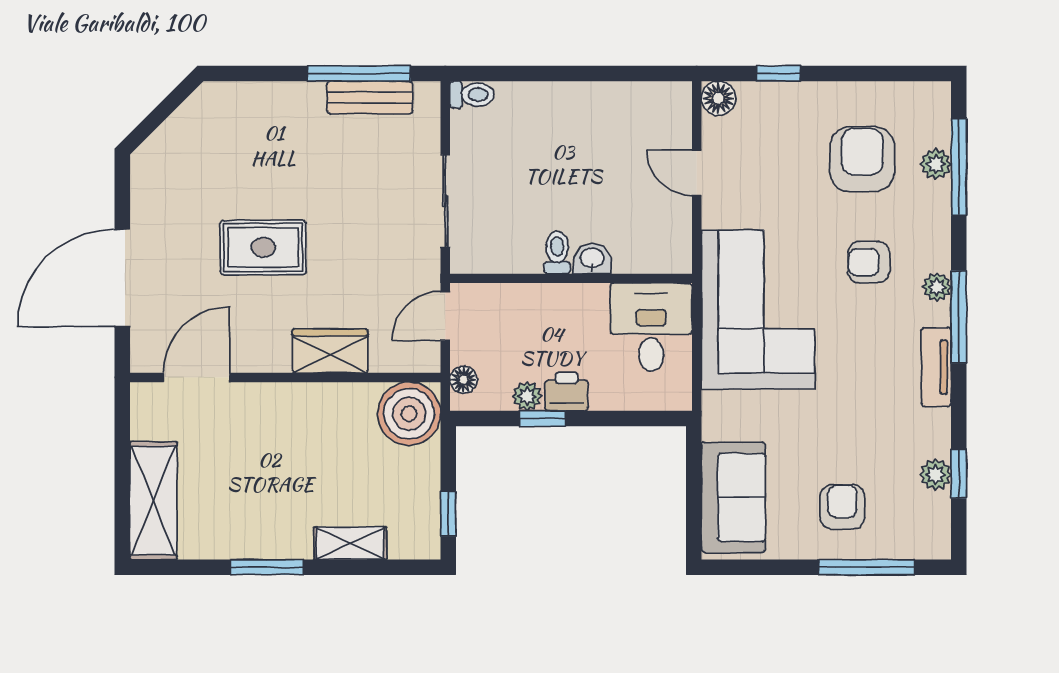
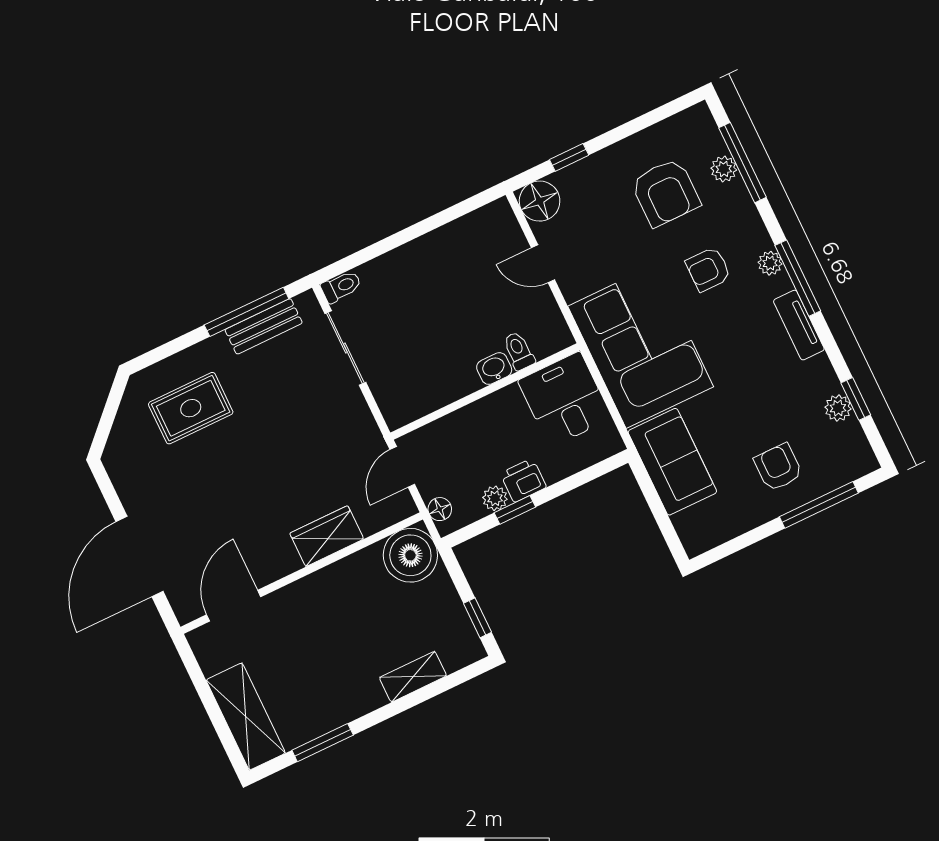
floor lamp: (718, 98) -> (540, 201), width x1.38, depth x1.38
armchair: (862, 159) -> (665, 192), turned 180
sliding door: (445, 201) -> (345, 348), moved
rug: (263, 247) -> (191, 408), moved
toilet: (557, 252) -> (519, 351), moved
sofa: (733, 497) -> (672, 462), moved
window: (267, 567) -> (323, 743), moved

